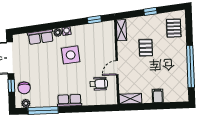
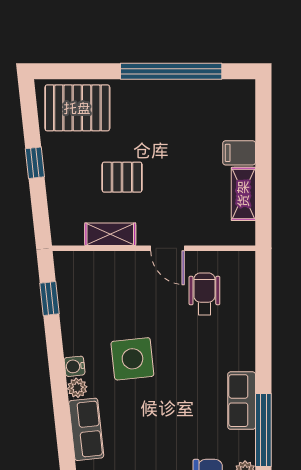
pallet: (174, 28) -> (77, 108), width x1.50, depth x1.42
shelving: (121, 30) -> (110, 234), moved
shelving: (130, 99) -> (243, 194), moved
row of seats: (69, 100) -> (242, 401), moved

